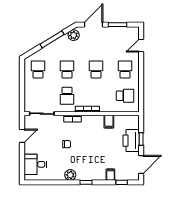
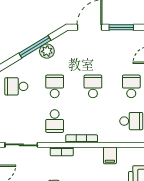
plant: (74, 35) -> (47, 51), moved
school desk: (38, 69) -> (16, 86), turned -90

